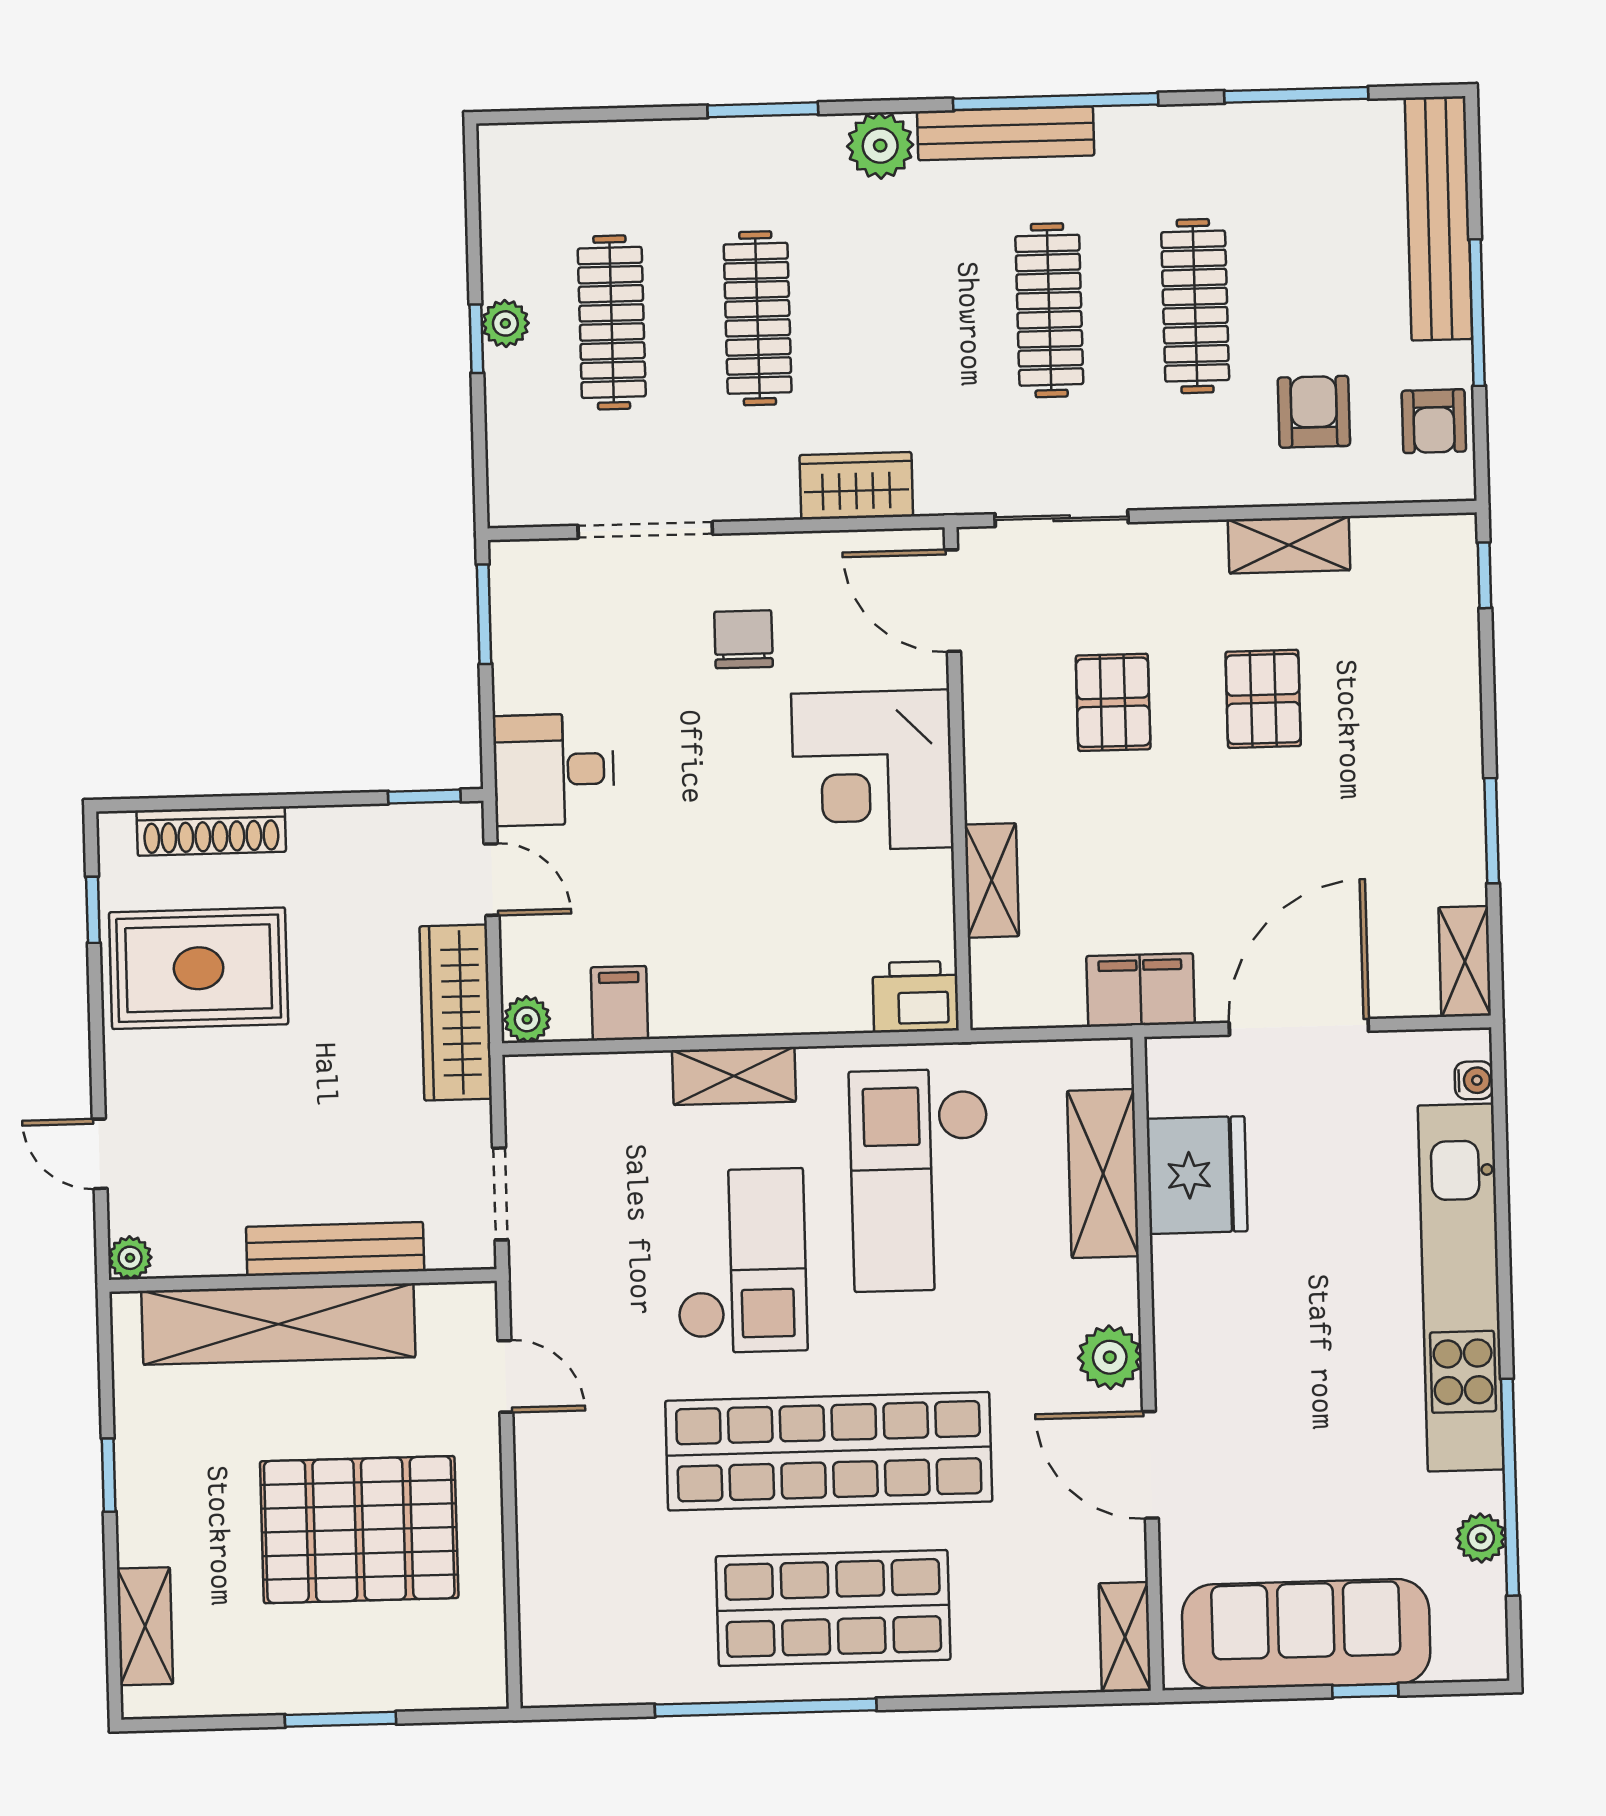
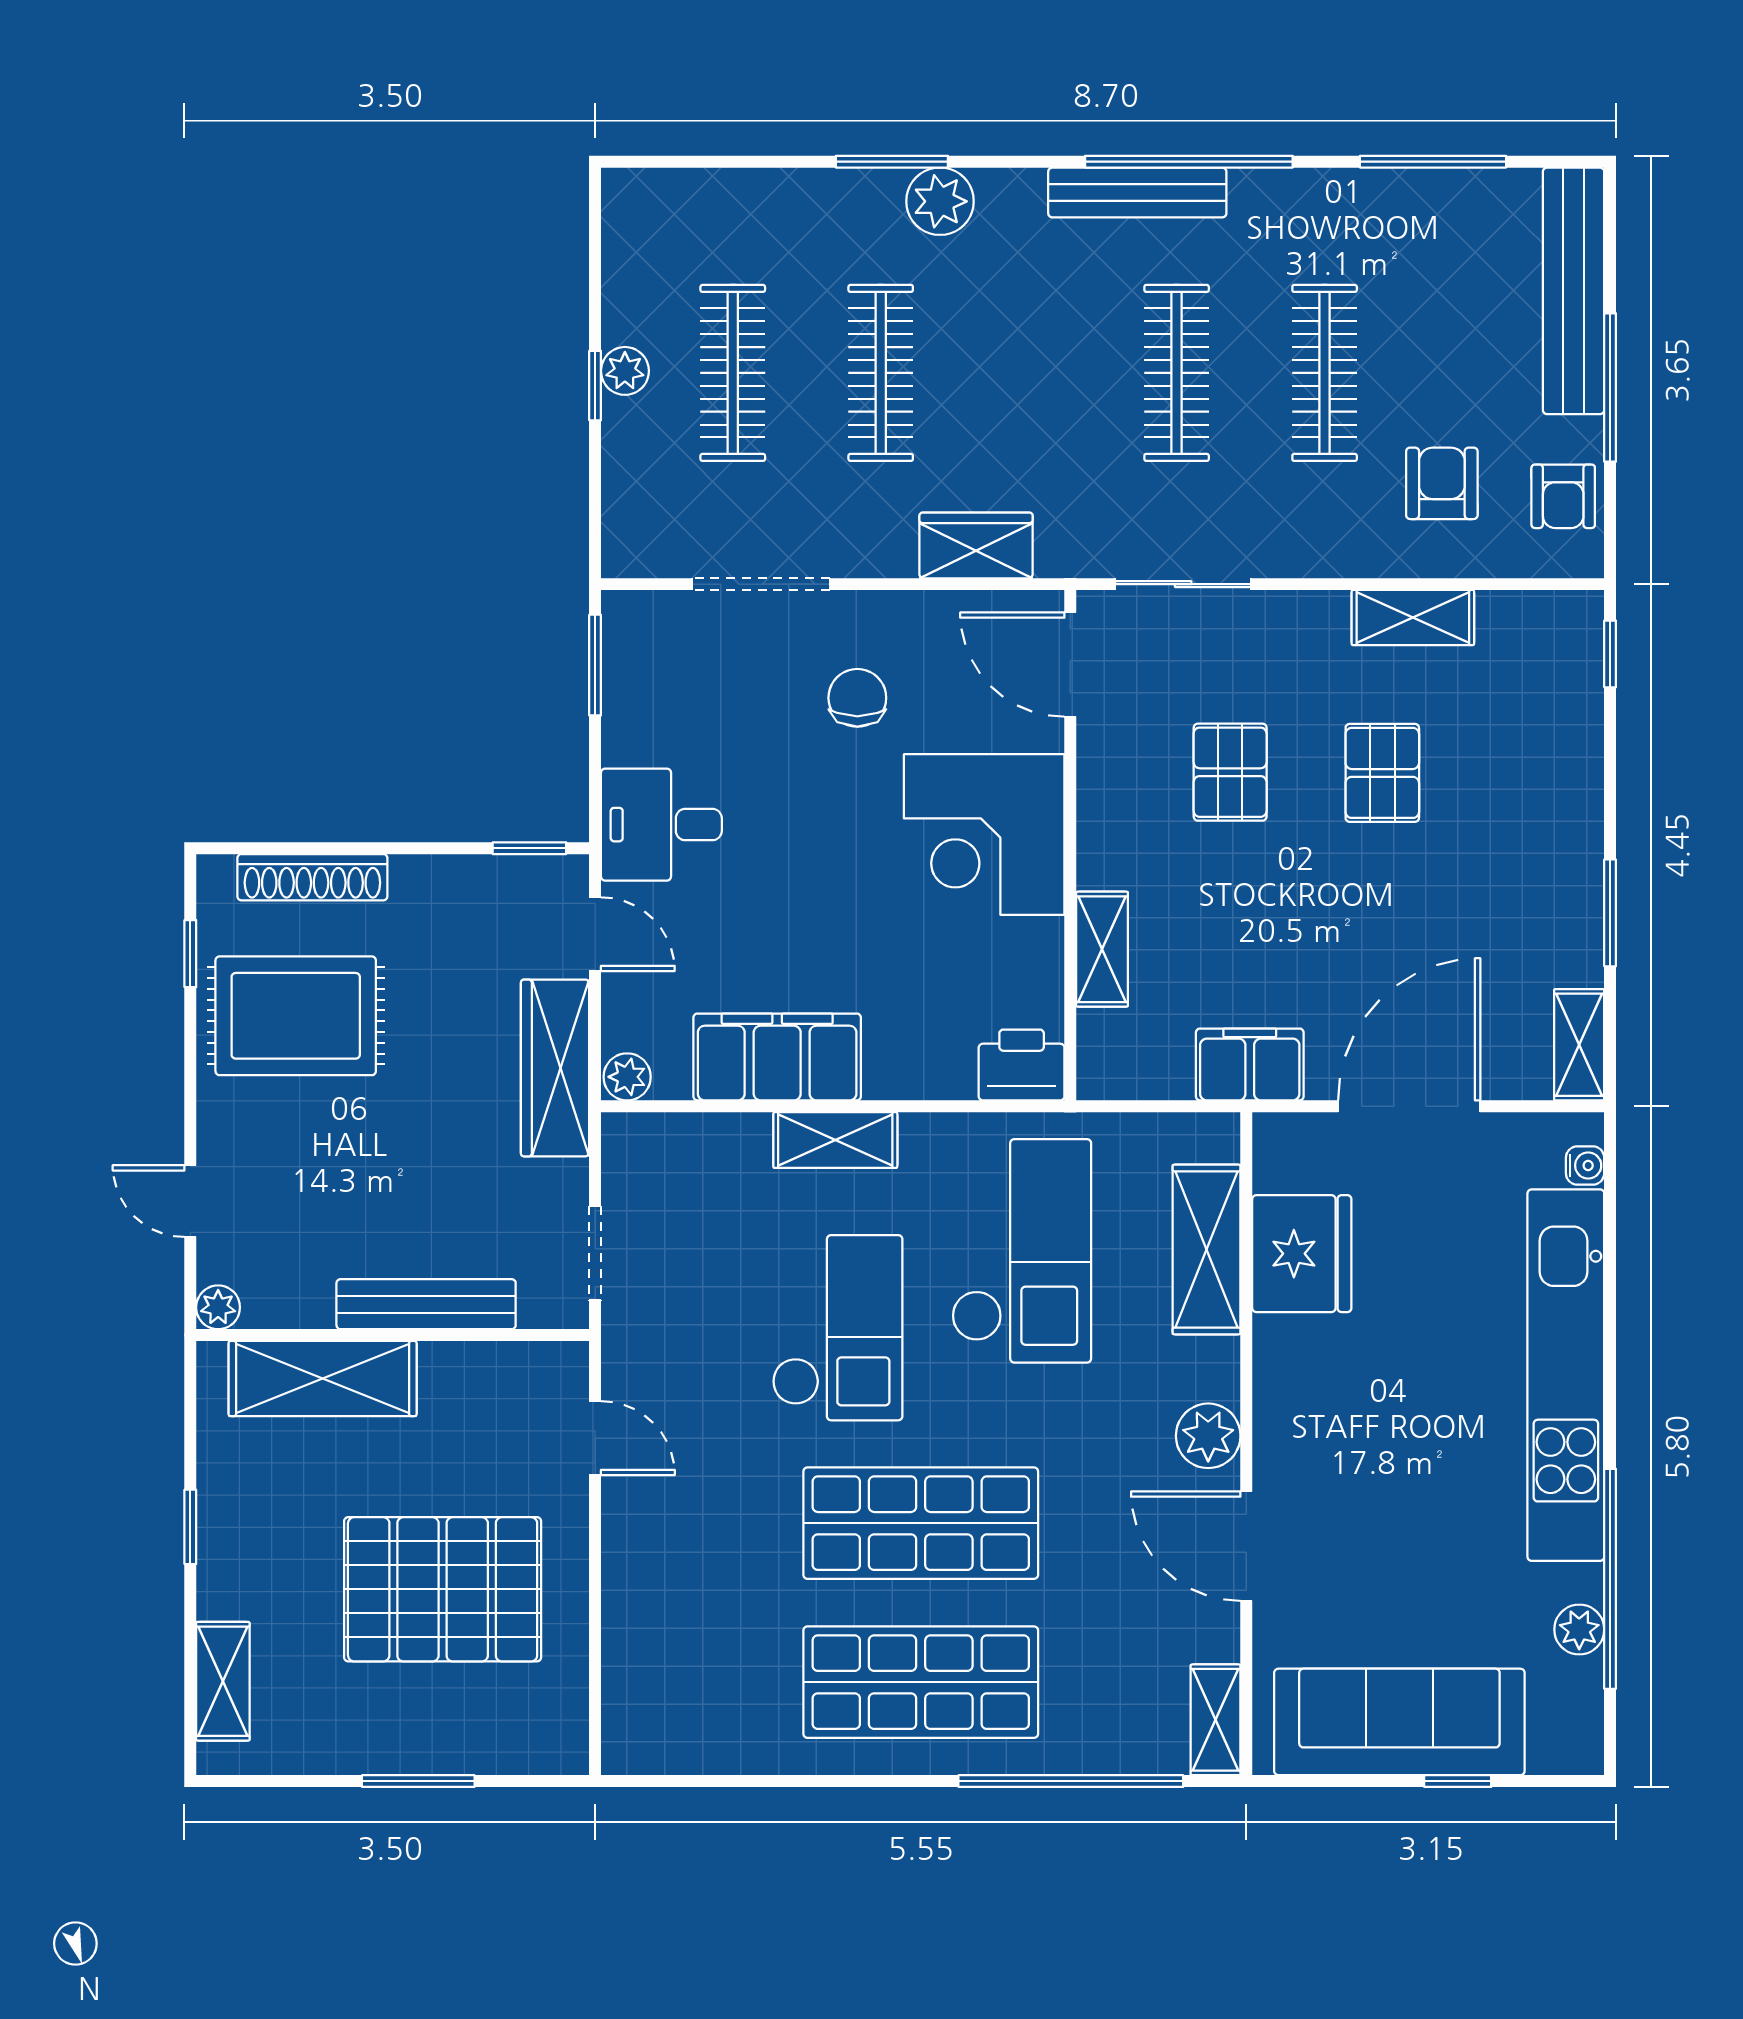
plant: (880, 146) -> (940, 201), moved
filing cabinet: (619, 1003) -> (777, 1057), width x3.00, depth x1.17
checkout: (920, 1180) -> (1021, 1251), turned 180
shelving: (278, 1324) -> (323, 1379), width x0.68
shop shelf: (829, 1451) -> (921, 1523), width x0.71
window: (766, 1707) -> (1071, 1781), moved

